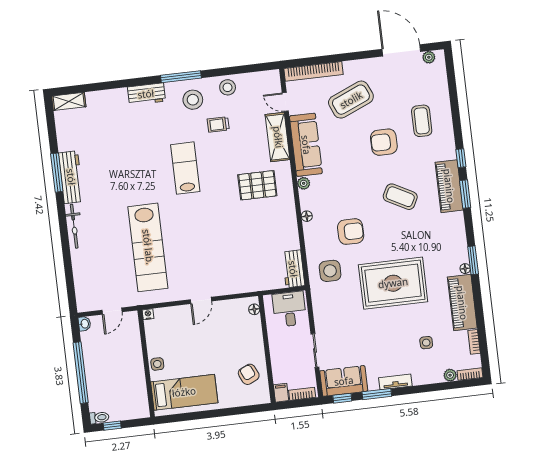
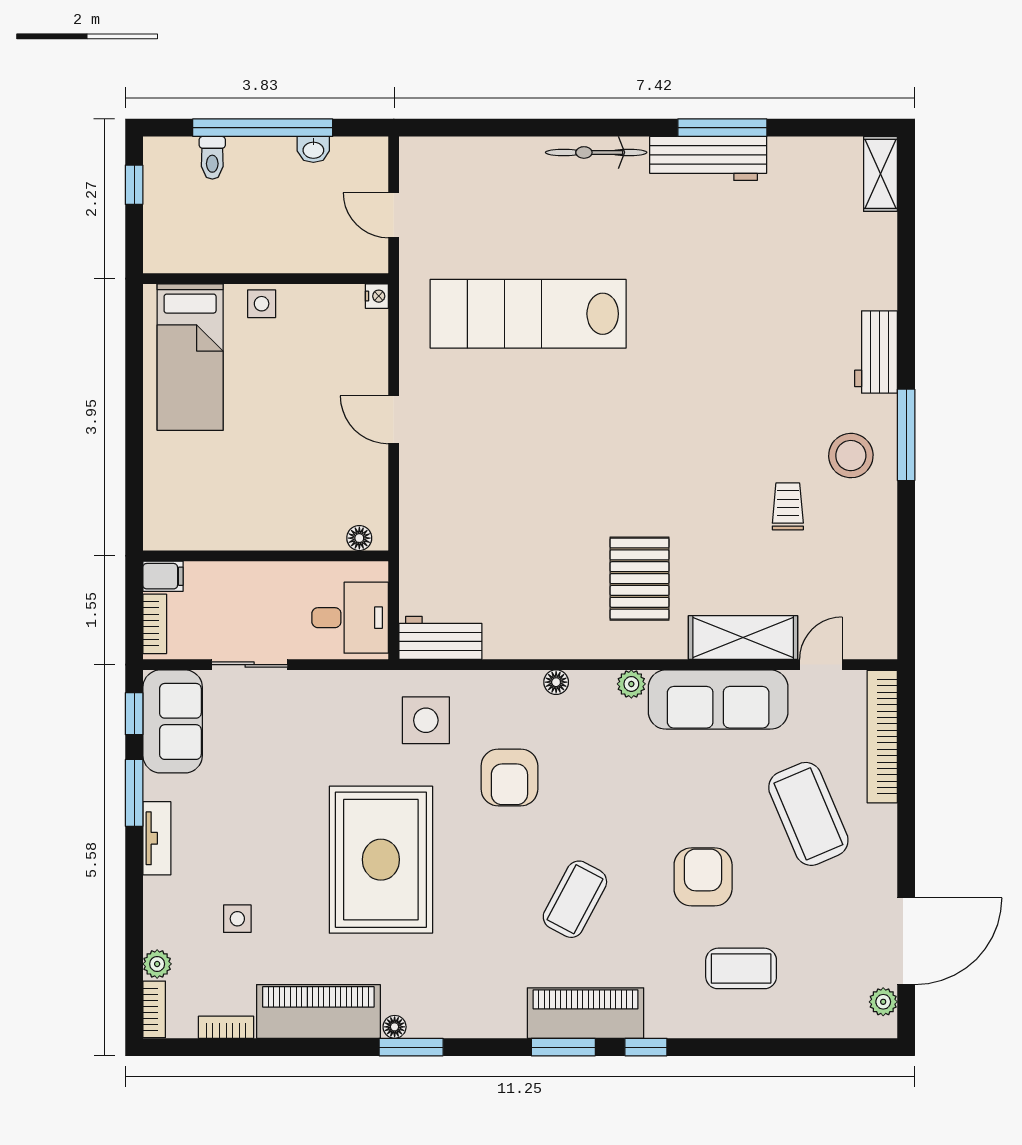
stool: (228, 87) -> (869, 538), removed
lab bench: (185, 168) -> (698, 420), removed
washbasin: (84, 324) -> (313, 149), moved
armchair: (249, 374) -> (213, 508), removed
toilet: (99, 418) -> (212, 158), moved

